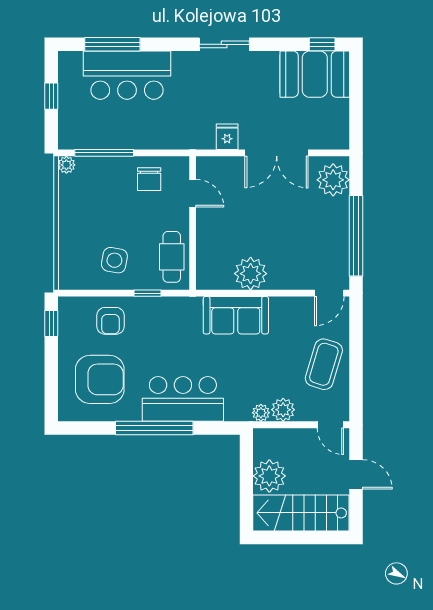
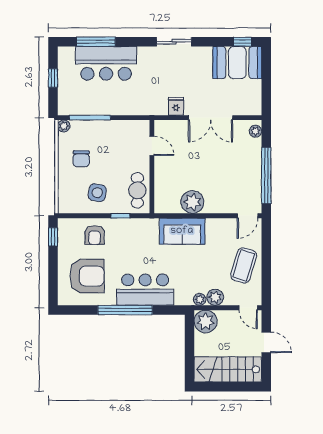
chair: (149, 179) -> (81, 159), moved
plant: (333, 180) -> (255, 131), width x0.53, depth x0.53
plant: (269, 476) -> (206, 321), moved

